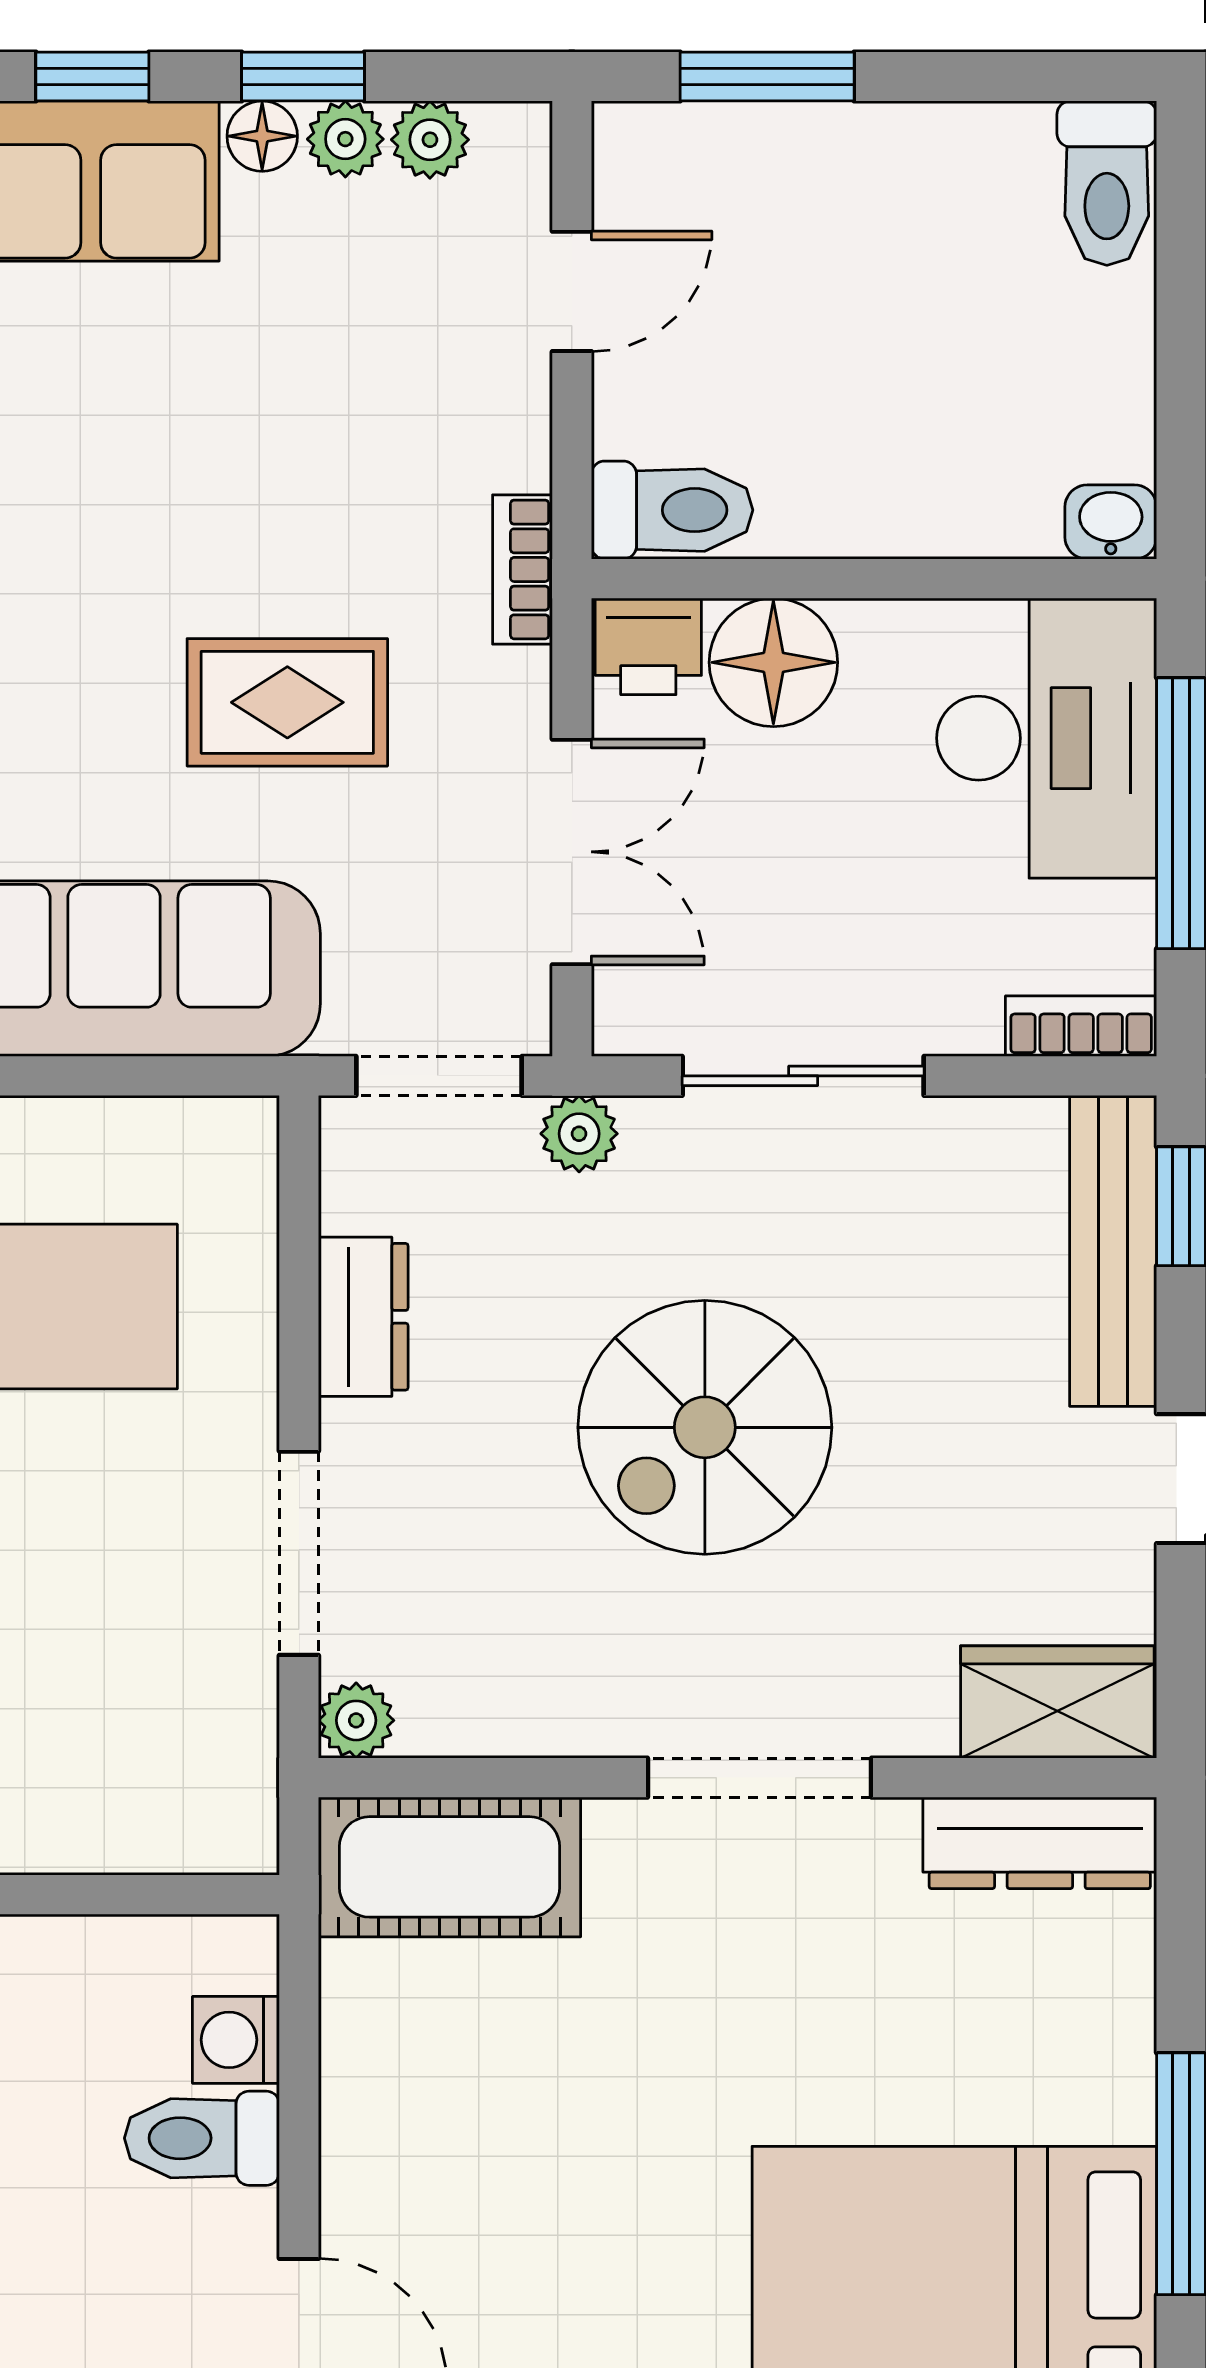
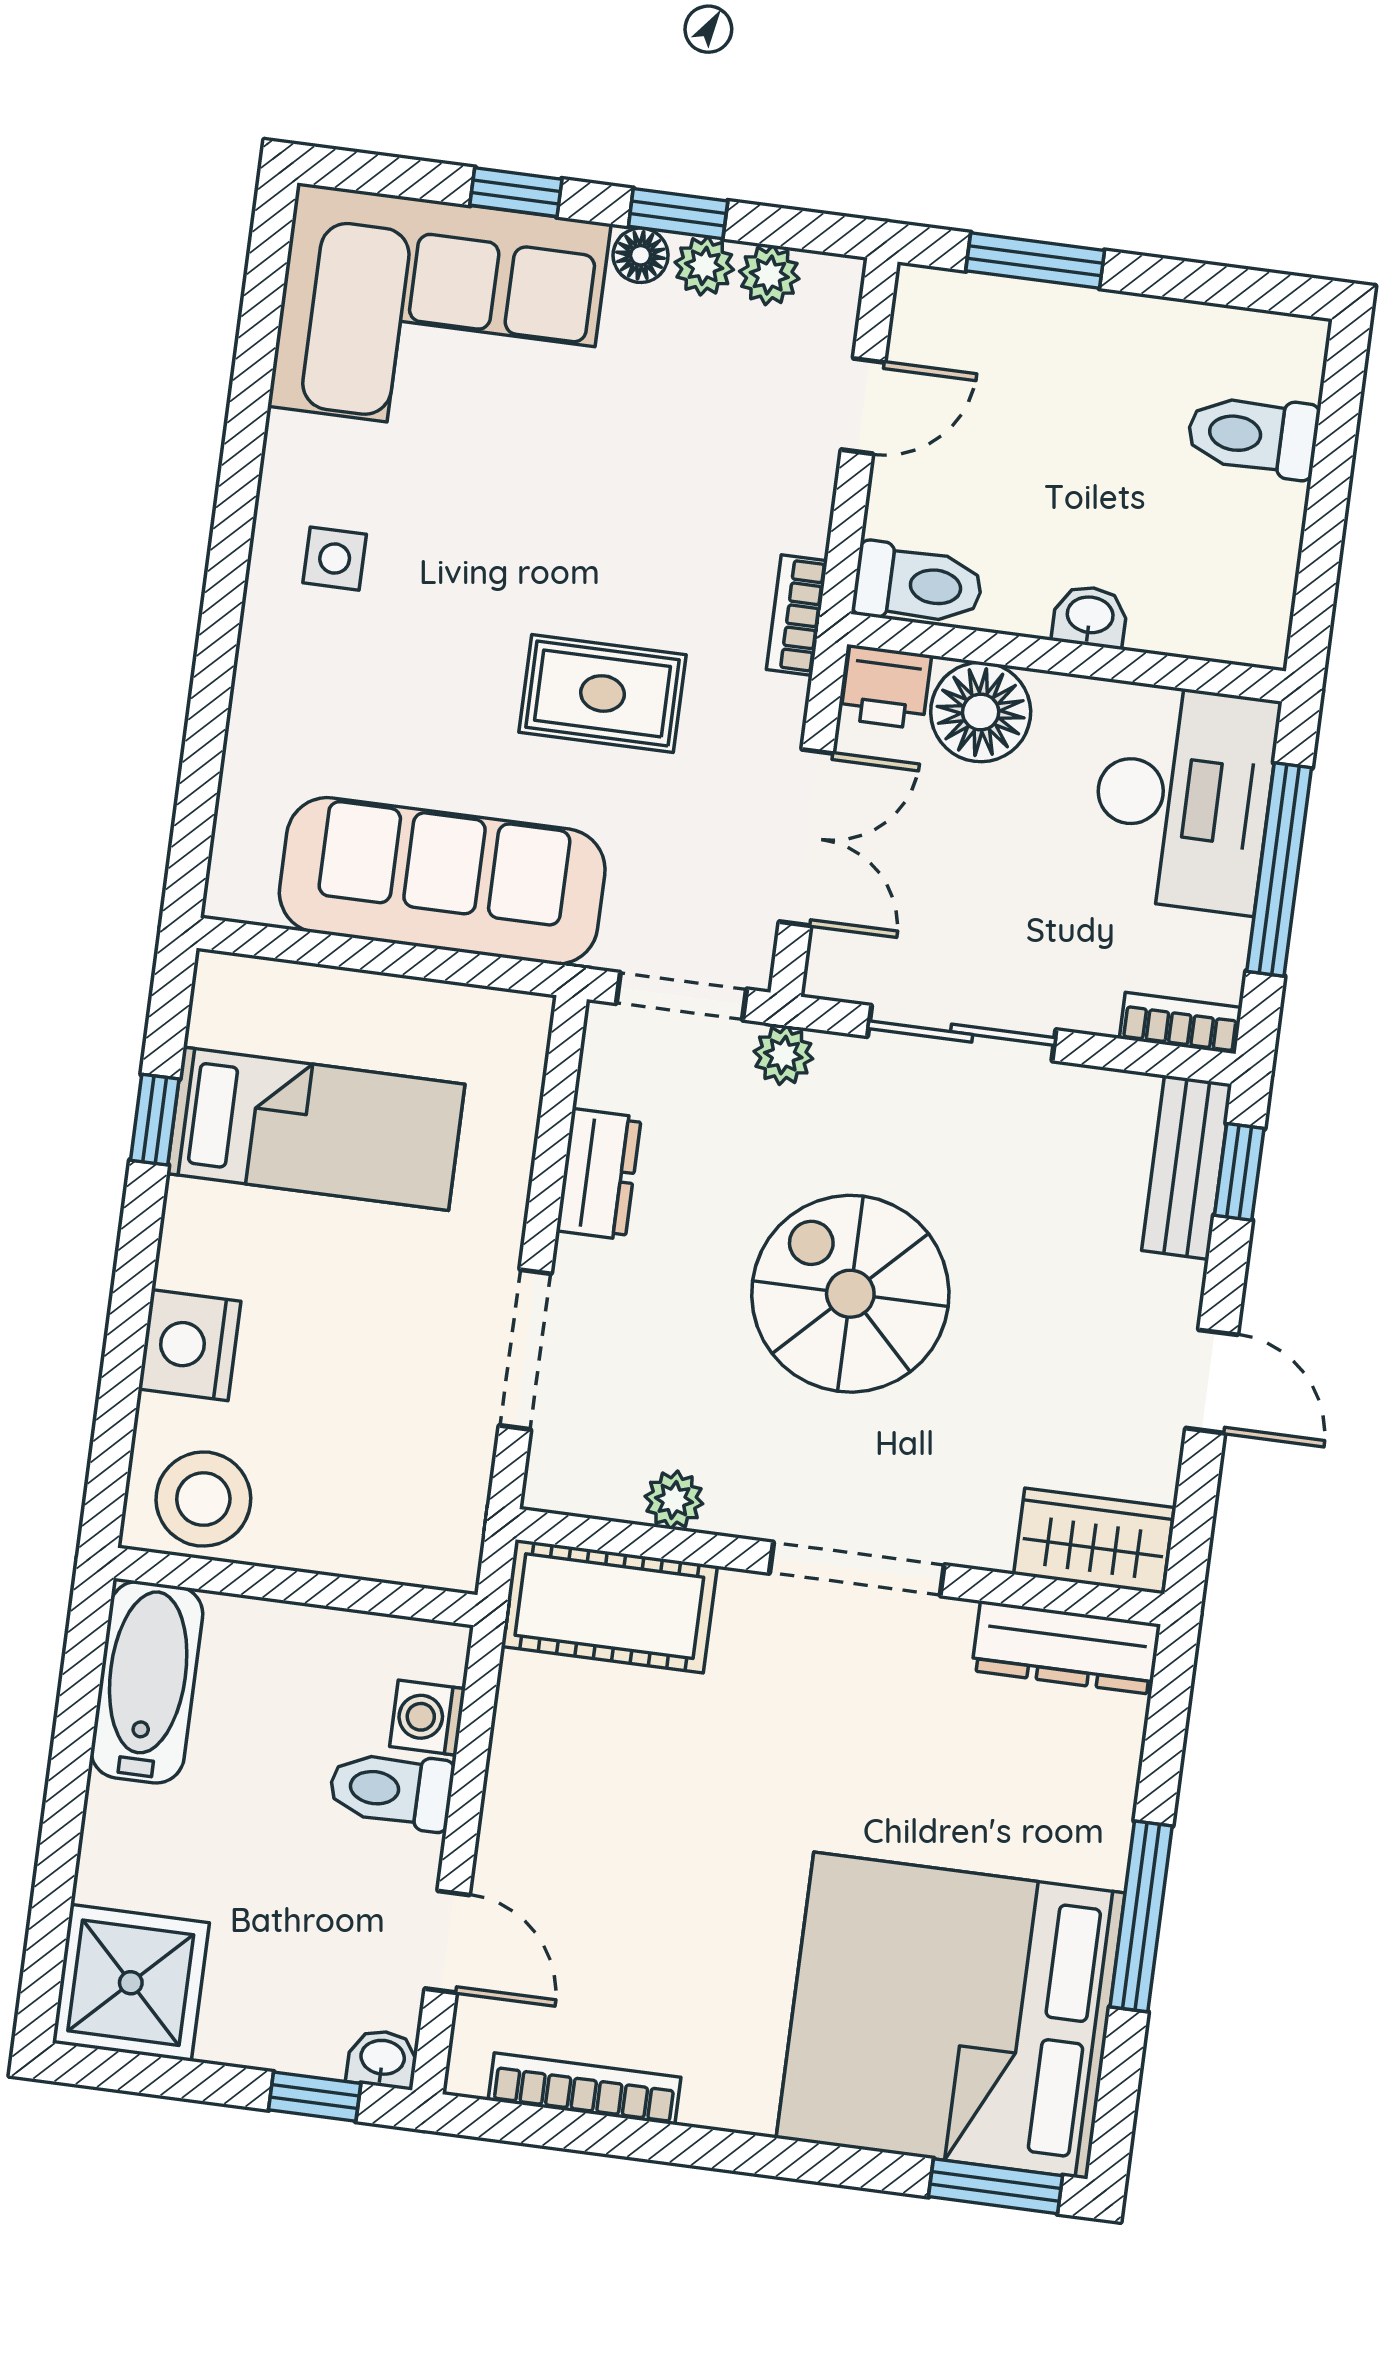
toilet: (1107, 183) -> (1253, 436), moved, turned 90
washbasin: (1111, 522) -> (1090, 617), moved
bench: (1113, 1251) -> (1187, 1167), width x0.73
spiral stairs: (705, 1427) -> (850, 1294), turned 90
plant: (356, 1720) -> (674, 1500), moved

